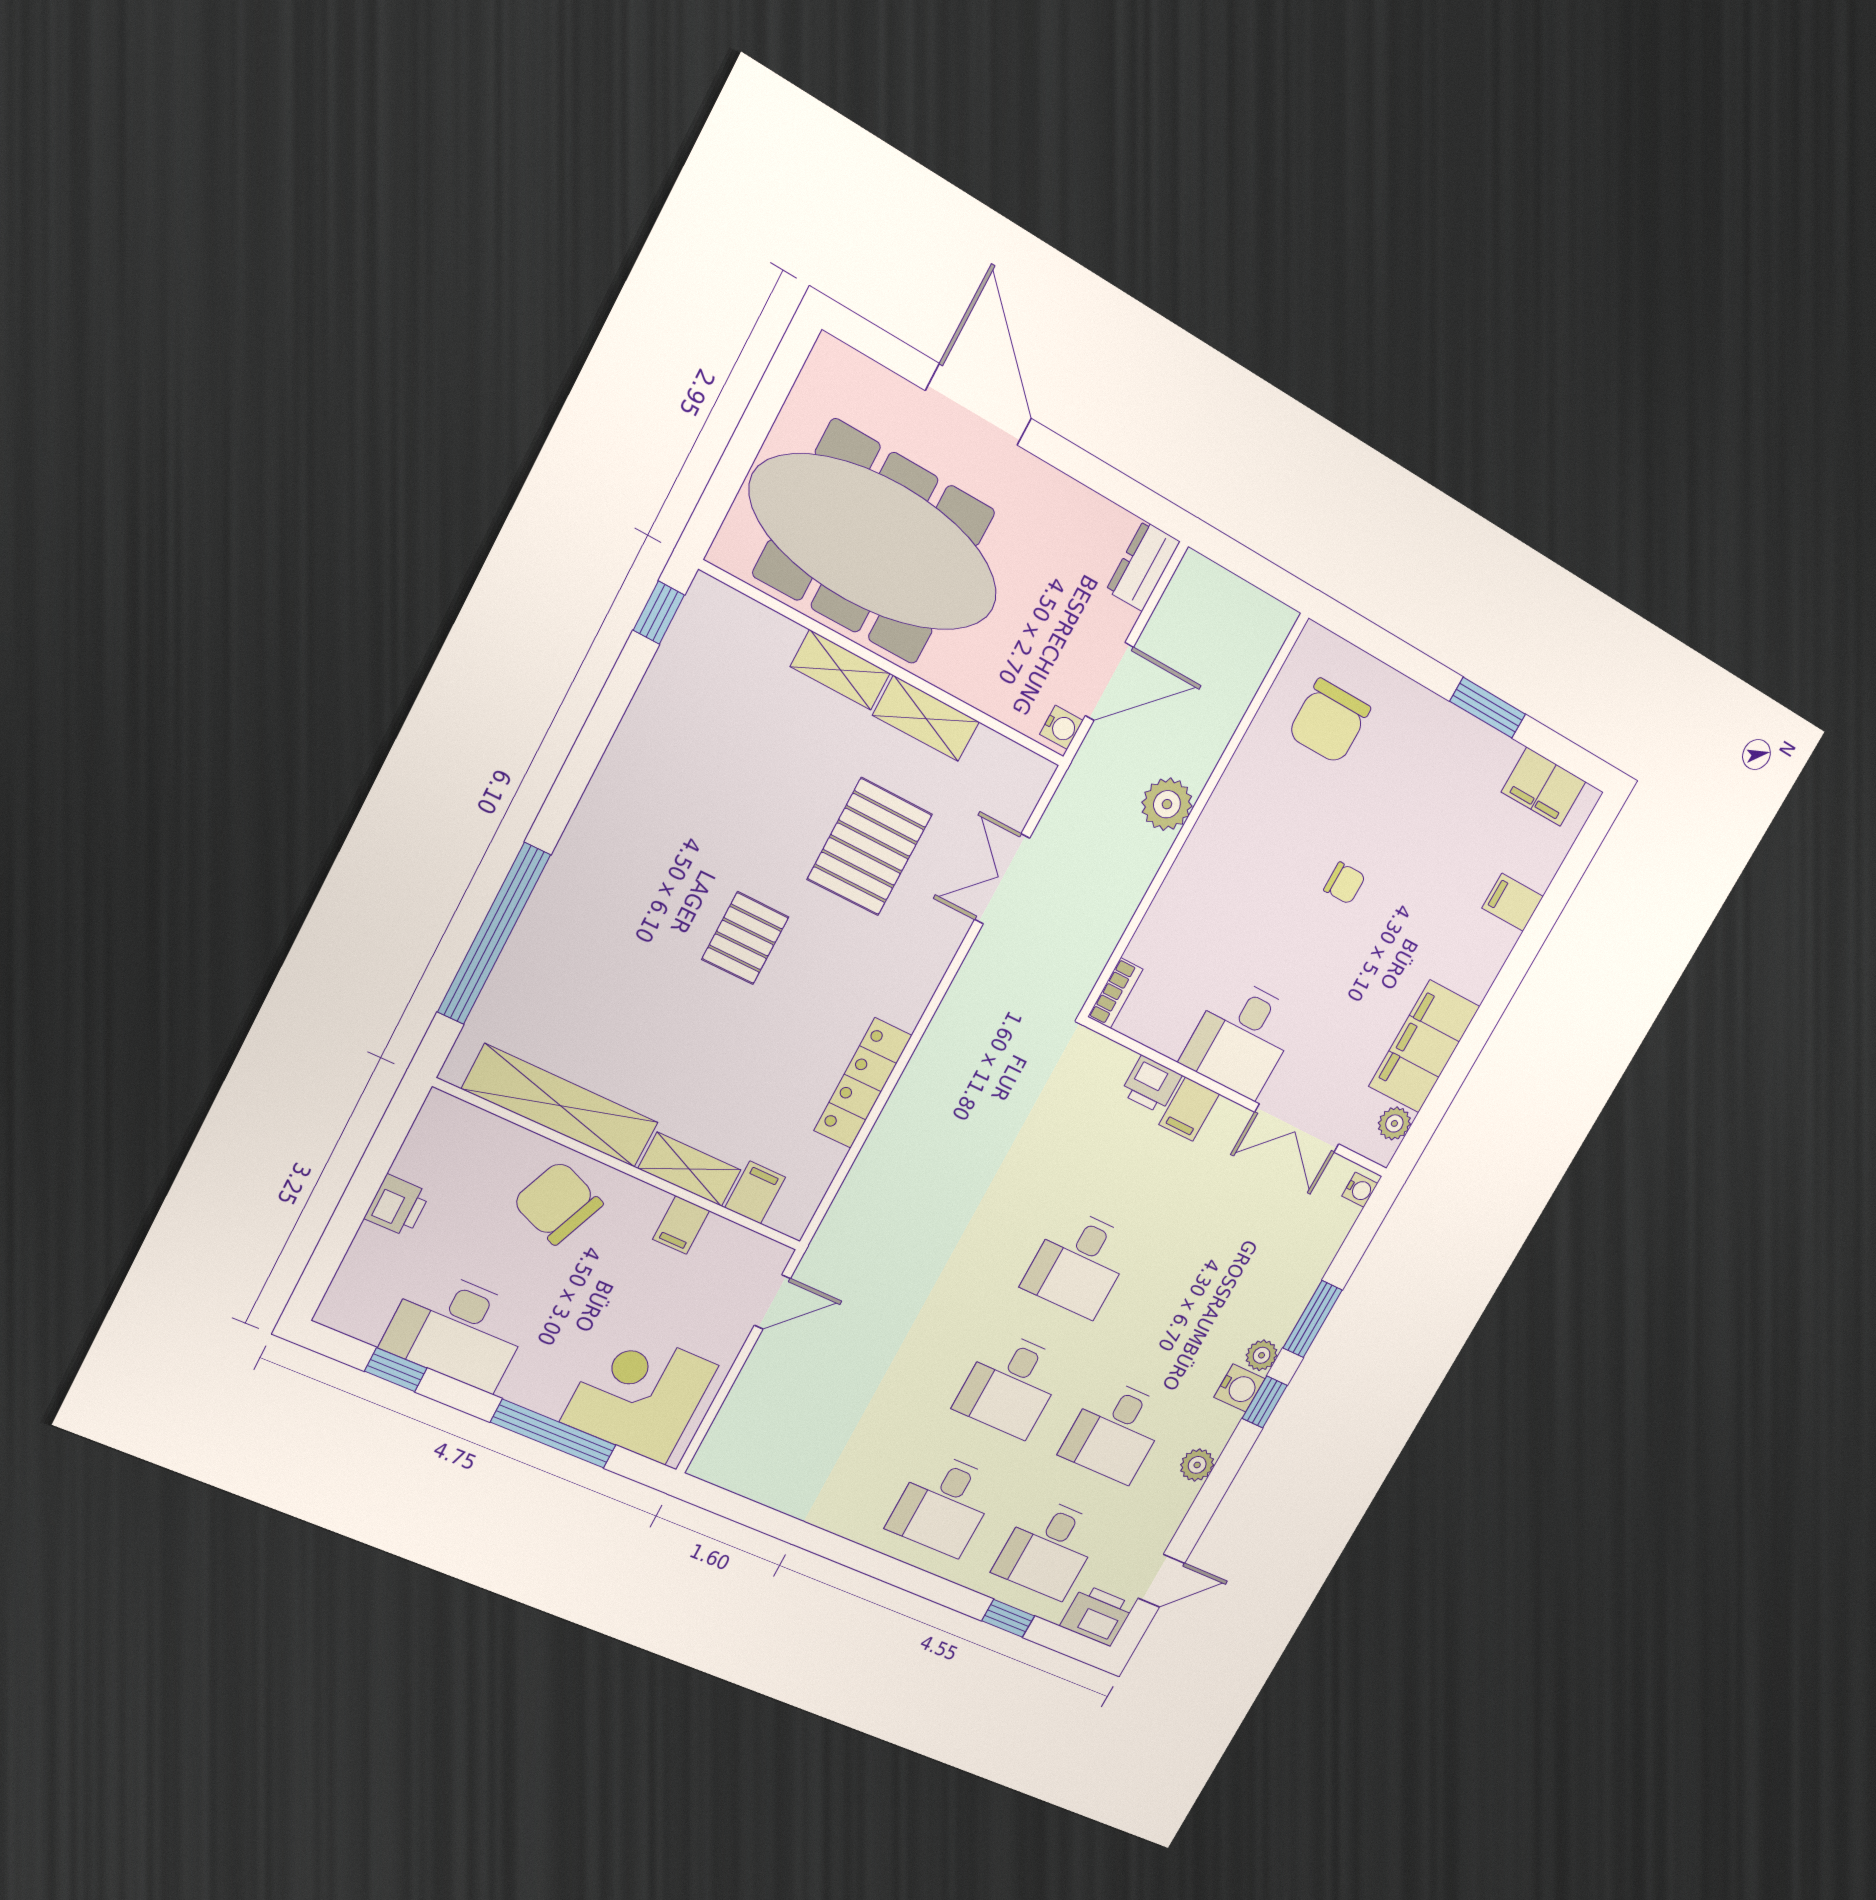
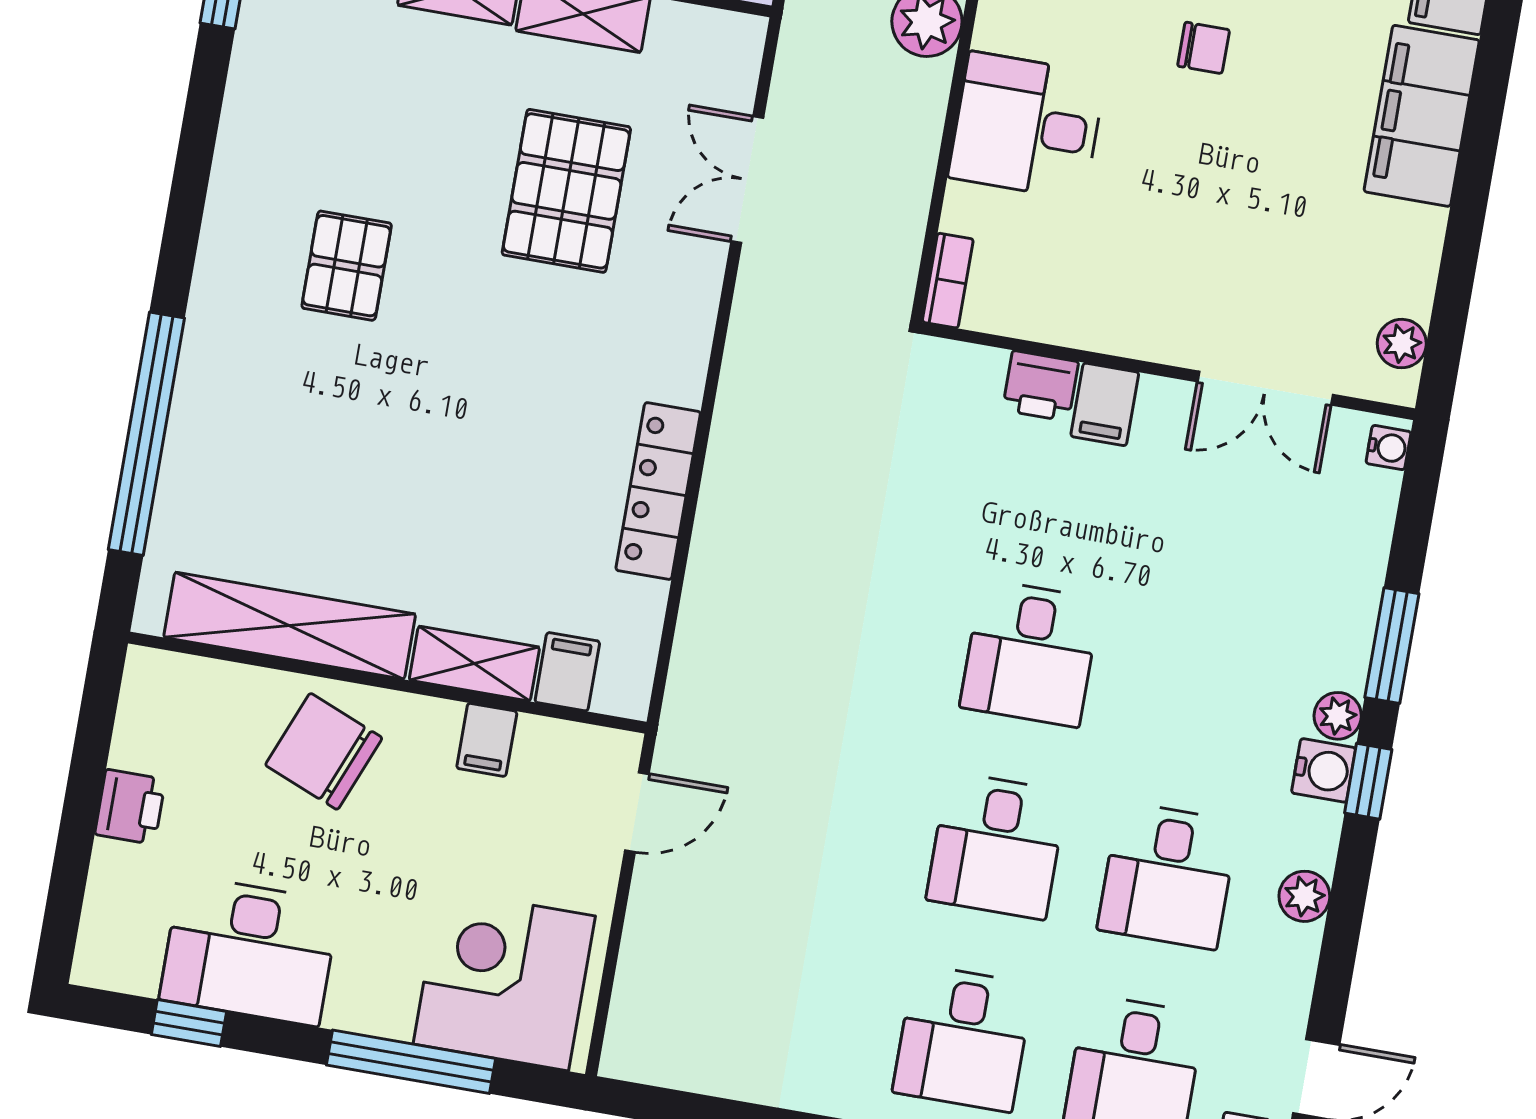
pallet: (745, 938) -> (347, 266), moved
desk: (1241, 1038) -> (1027, 126), moved, turned 90
filing cabinet: (1424, 1046) -> (1422, 116), moved

